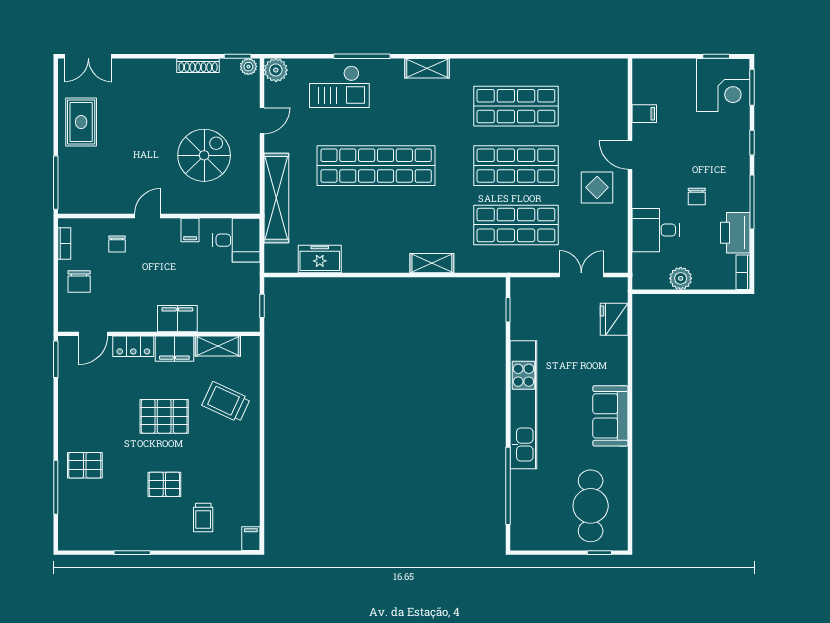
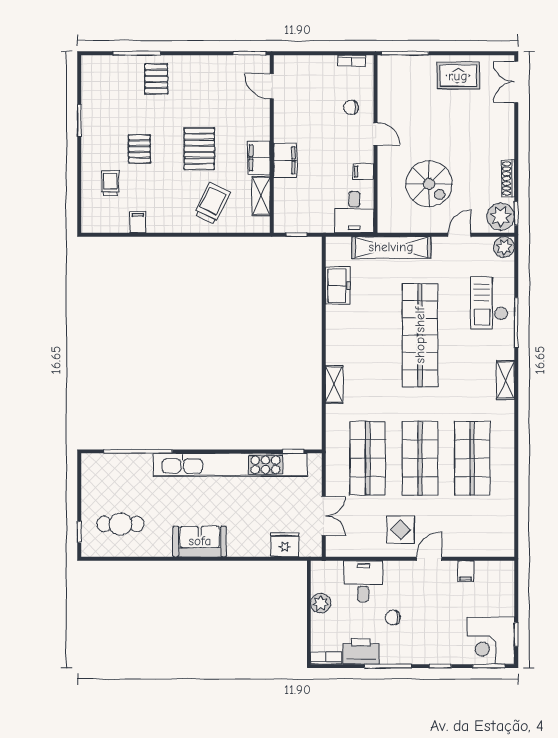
plant: (248, 67) -> (501, 216), width x1.88, depth x1.88
door: (262, 121) -> (459, 235), swing flipped
chair: (79, 281) -> (318, 74), removed
locker: (133, 346) -> (261, 122), removed
kitchen unit: (523, 405) -> (230, 465), width x1.36
cafe table: (591, 506) -> (120, 524), width x0.73, depth x0.74
trolley: (203, 518) -> (110, 183), turned 90
filing cabinet: (251, 539) -> (138, 222), moved, turned -90

